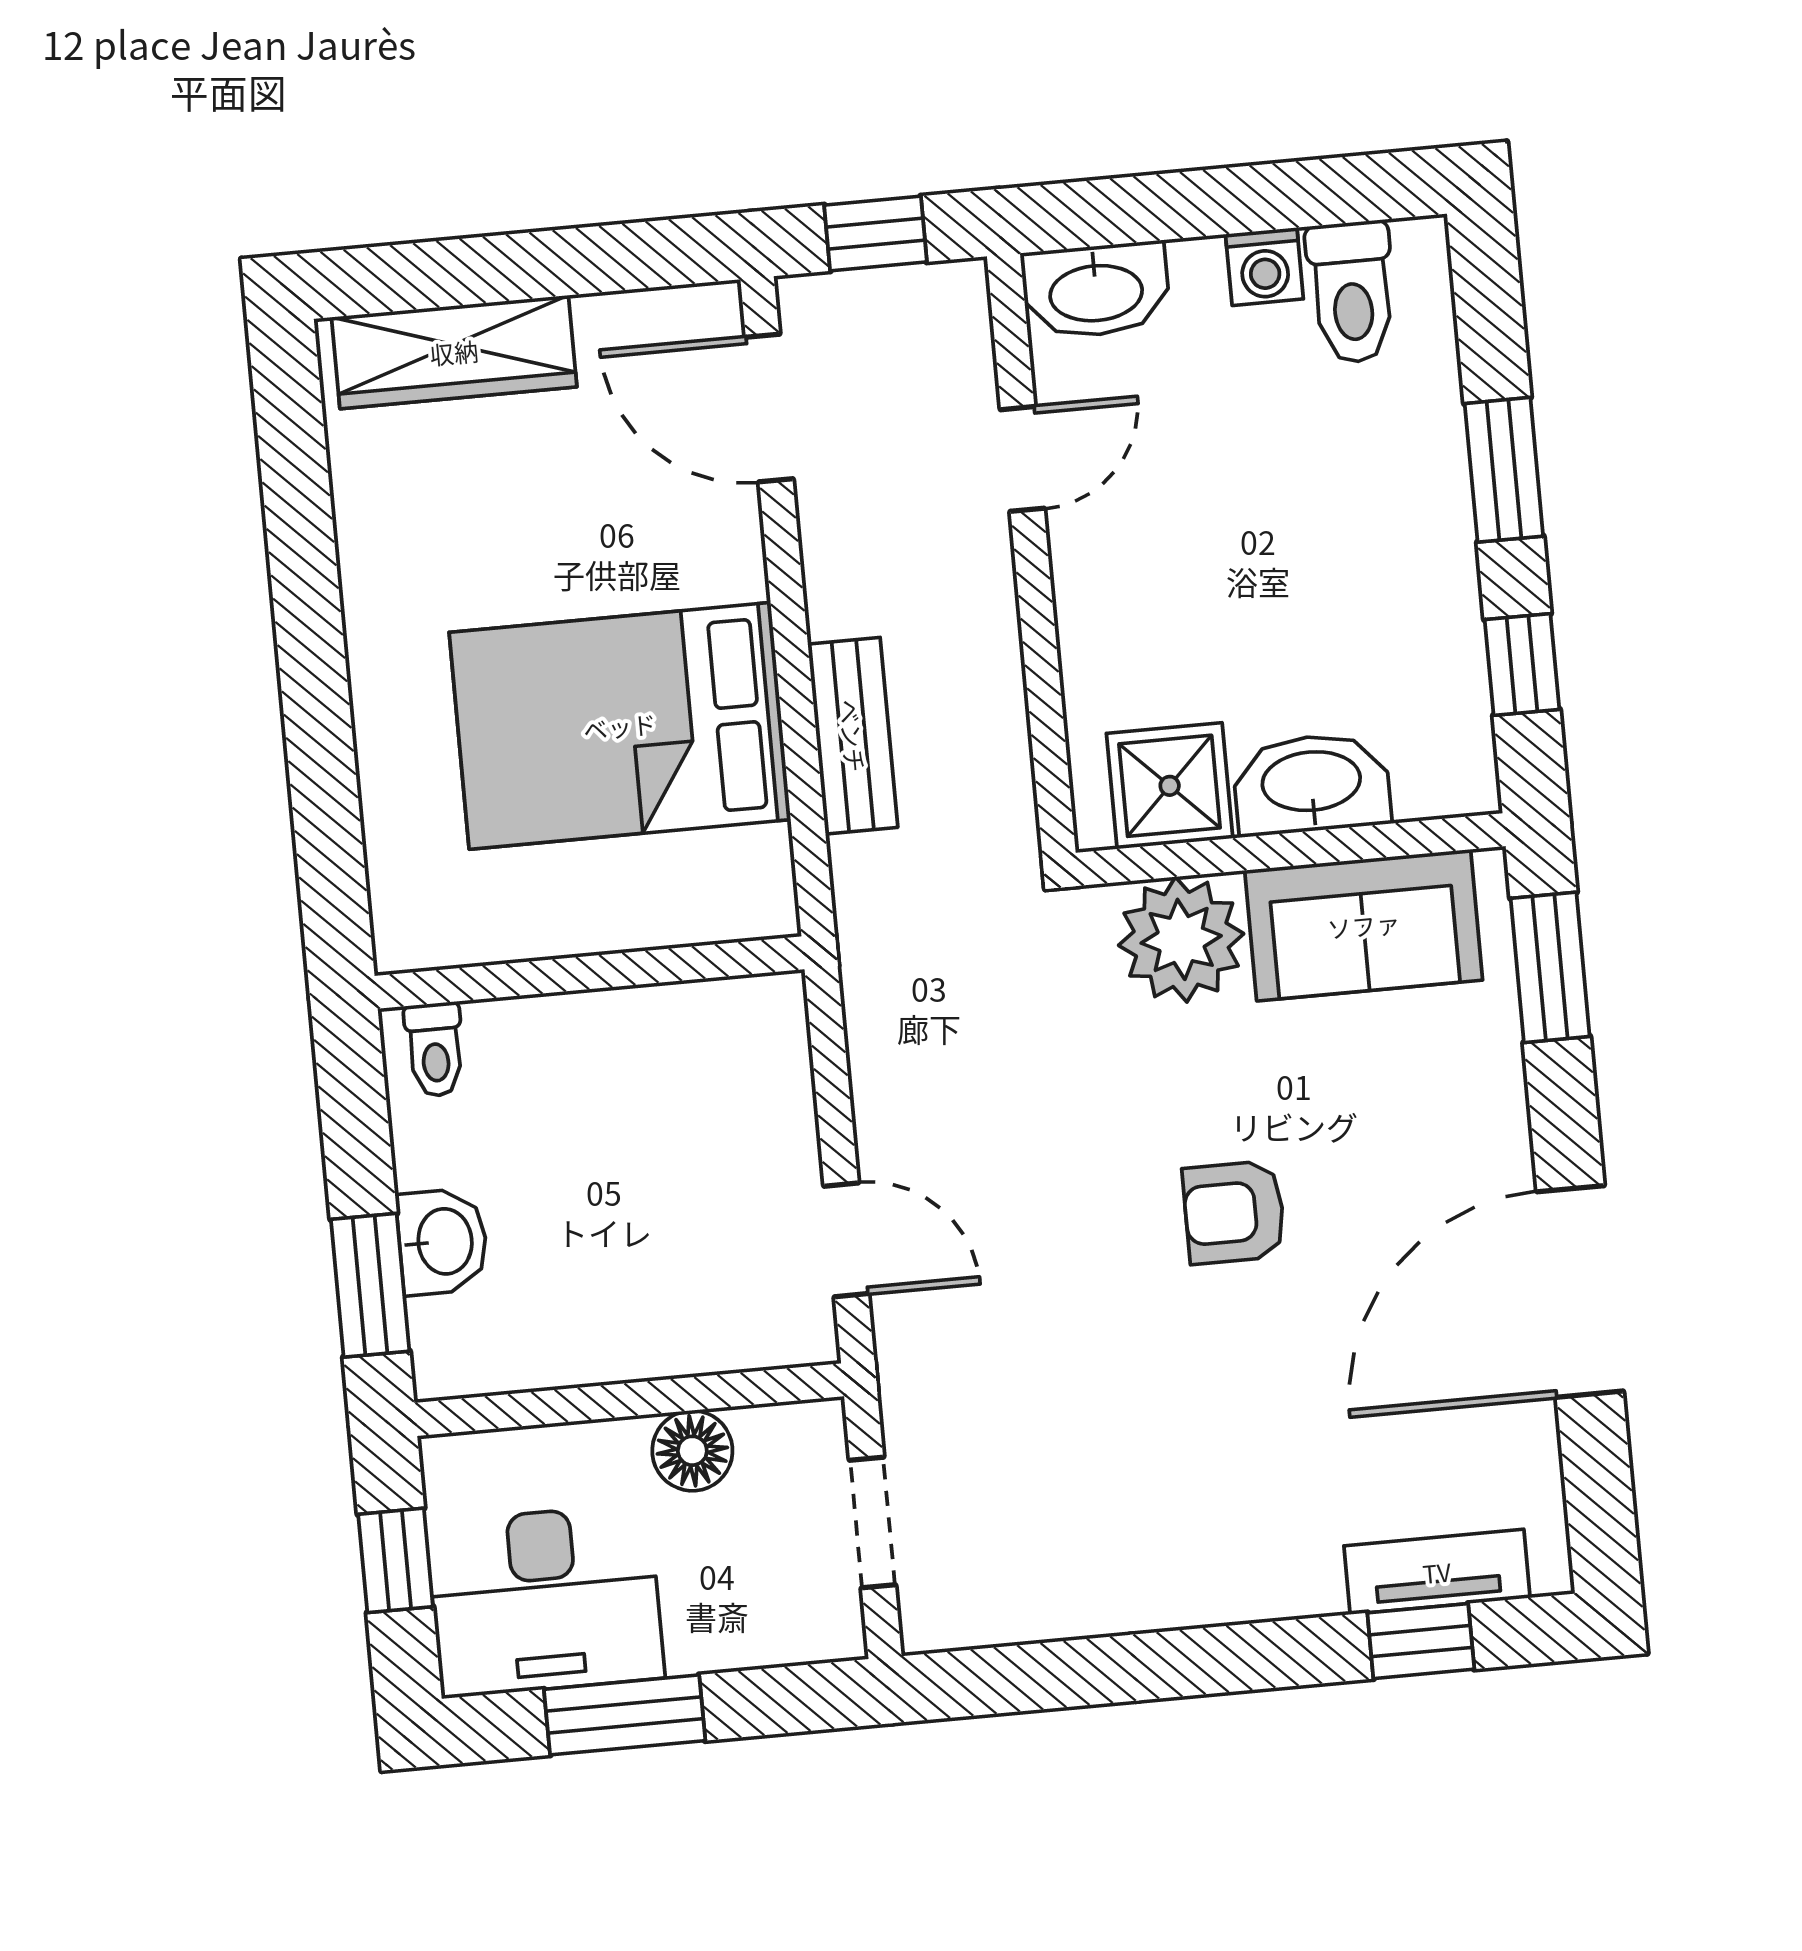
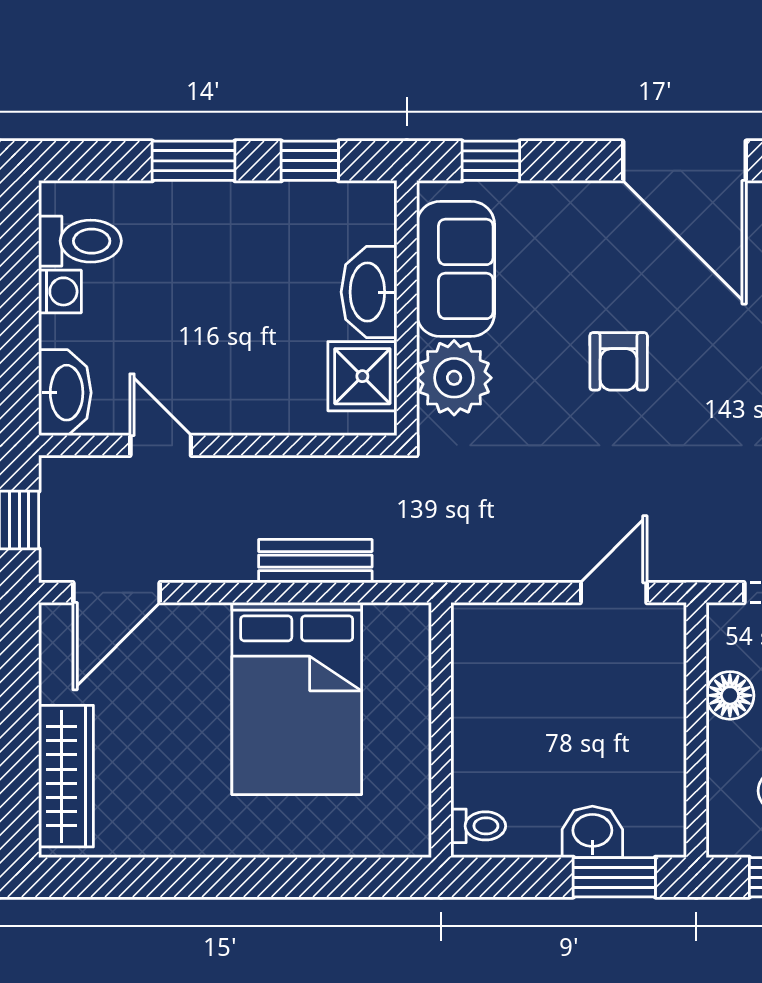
window: (1550, 967) -> (491, 161), width x0.67

